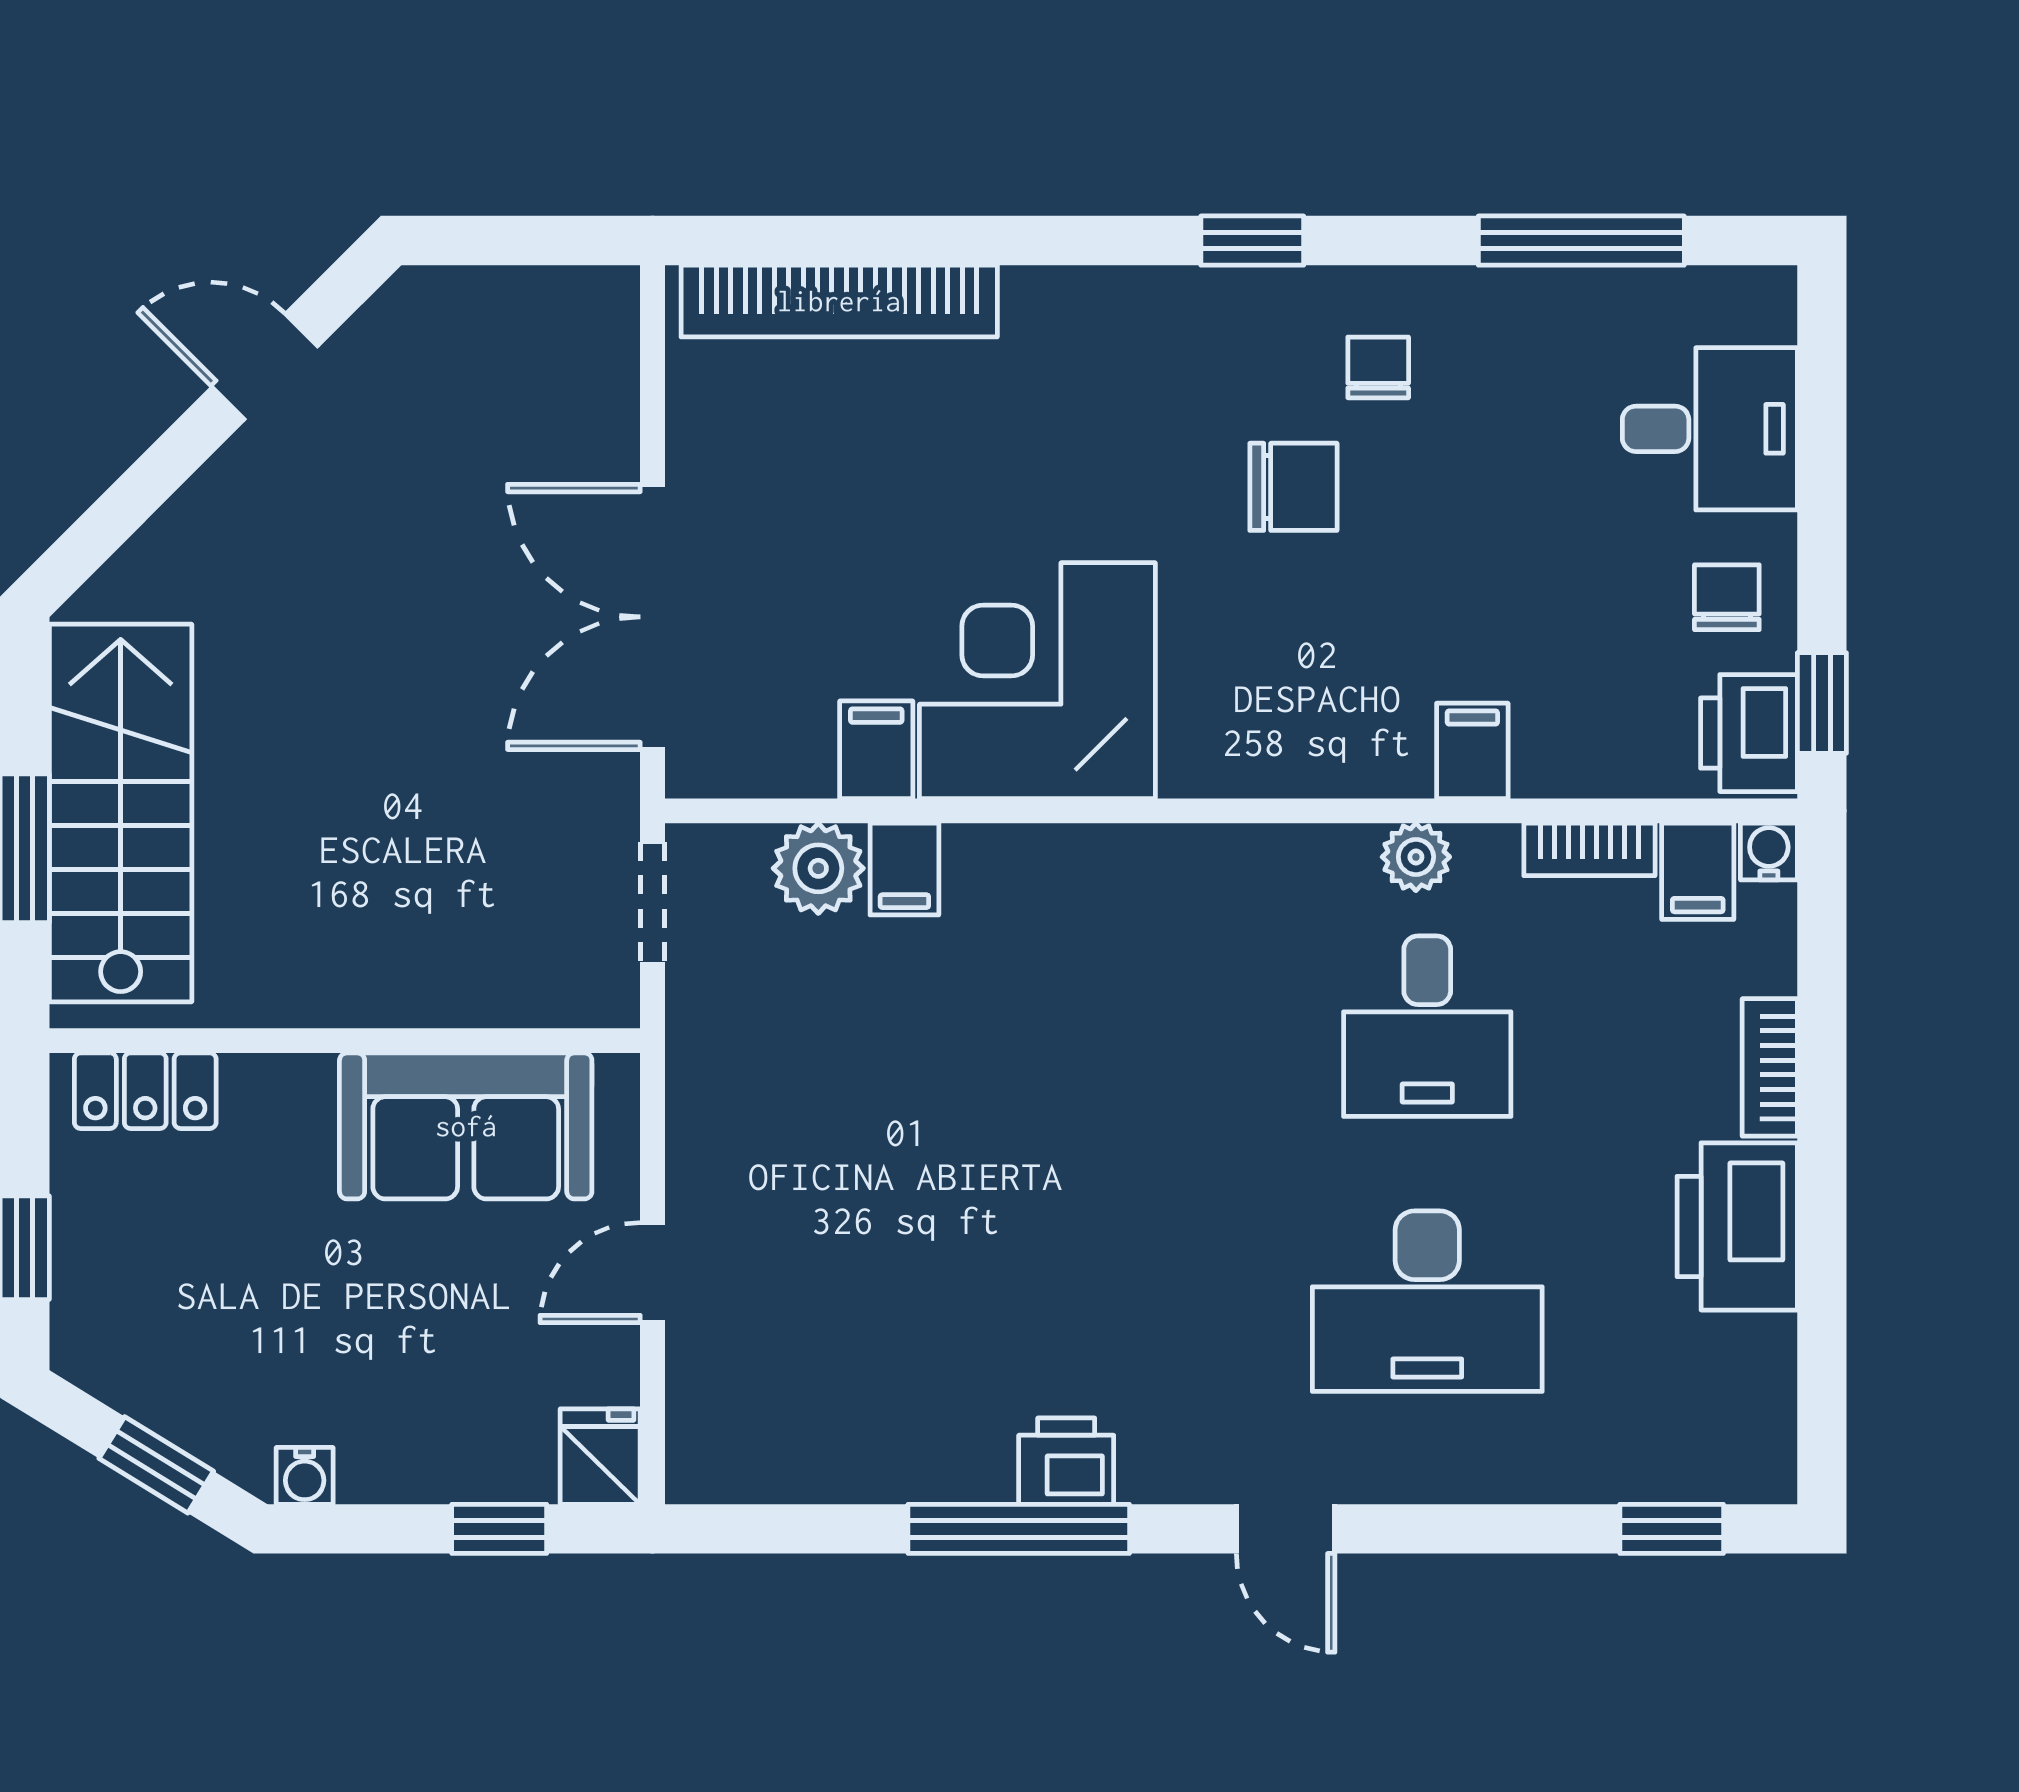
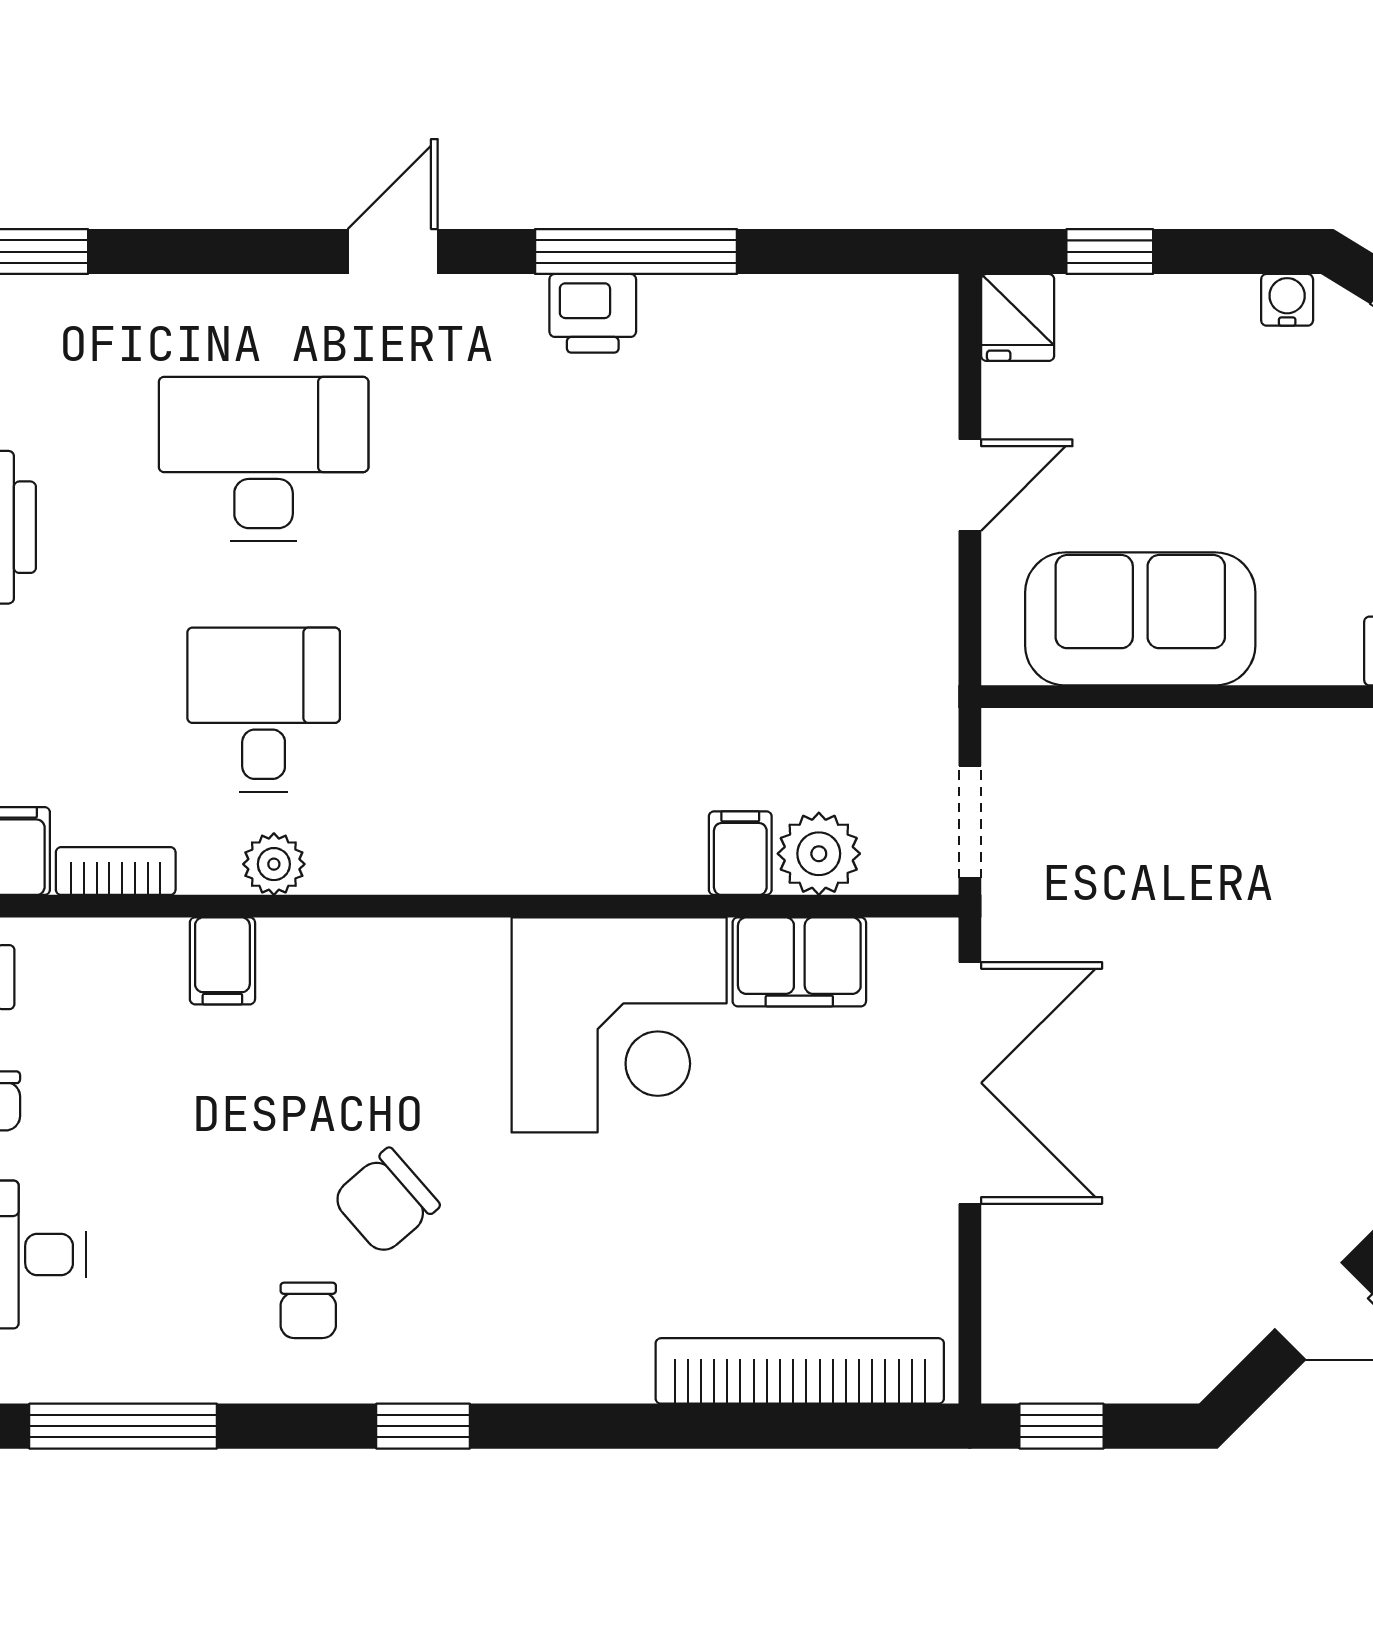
window: (552, 241) -> (1062, 1426), added
chair: (1293, 487) -> (386, 1202), turned -41
filing cabinet: (876, 750) -> (799, 962), width x2.00
door: (1286, 1529) -> (393, 252), hinge flipped

